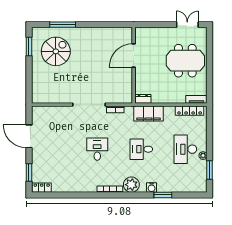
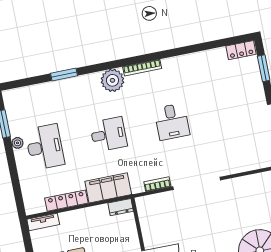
locker: (190, 111) -> (66, 201), moved
water cooler: (152, 188) -> (82, 82), removed

